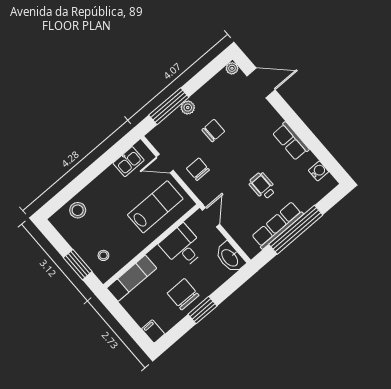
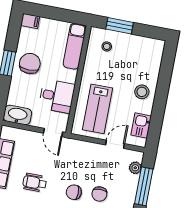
plant: (188, 108) -> (135, 168), moved
chair: (198, 169) -> (74, 192), moved, turned 180
wheelchair: (262, 186) -> (35, 183), turned 180
stool: (78, 210) -> (142, 92), moved
chair: (183, 294) -> (30, 63), turned -90

